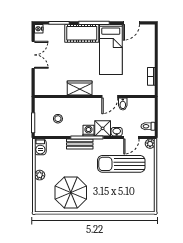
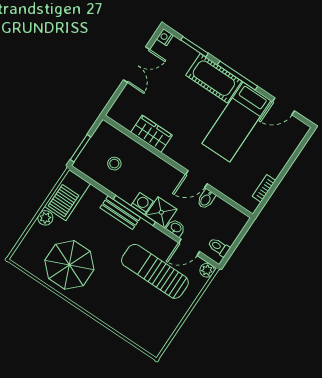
wardrobe: (80, 88) -> (151, 134), moved
barbecue: (40, 147) -> (67, 195), width x1.88, depth x1.53

